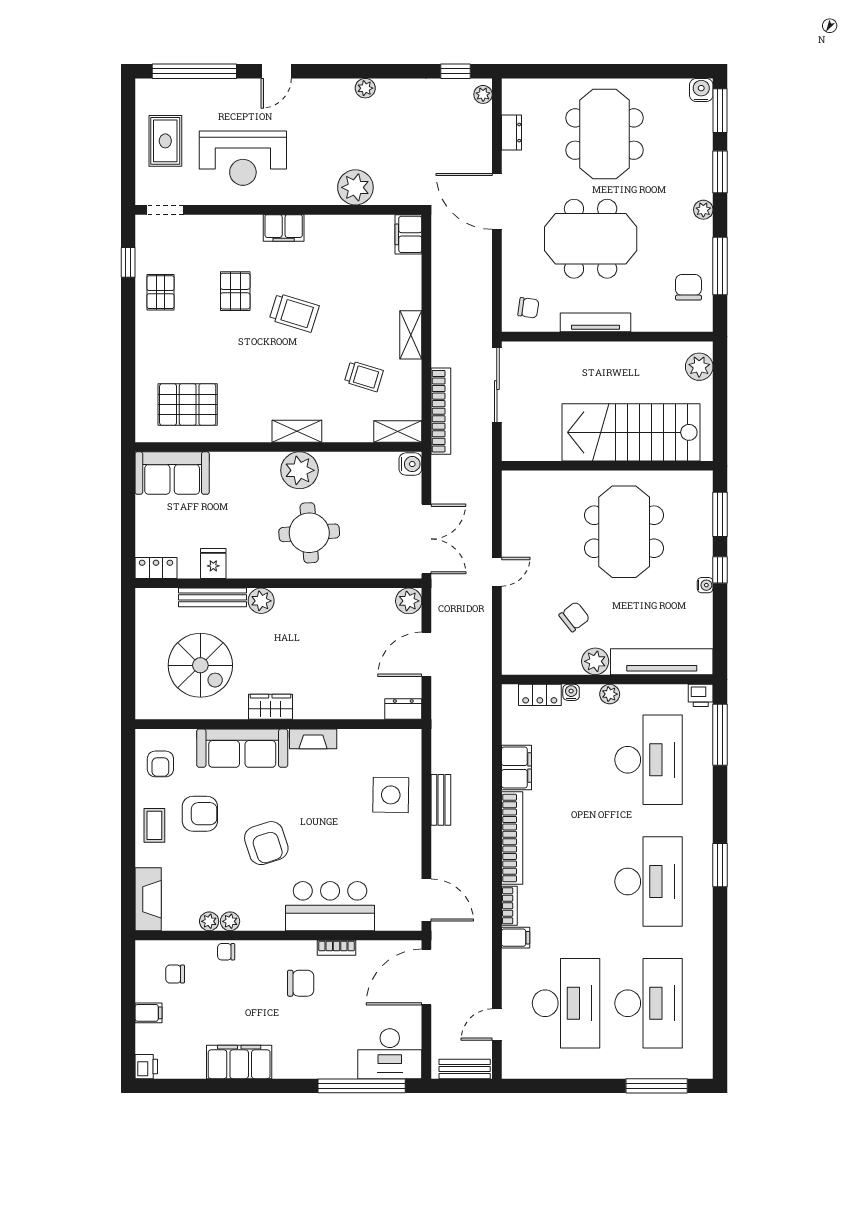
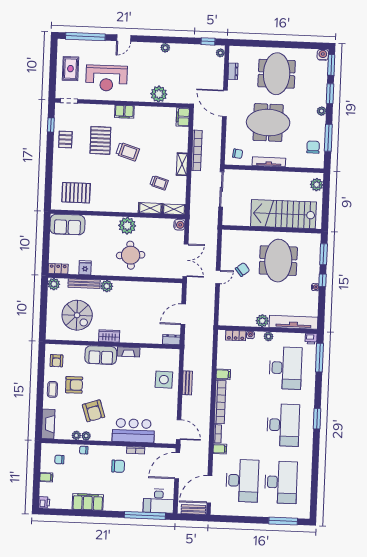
pallet: (235, 291) -> (100, 140), width x1.50, depth x1.42
bookcase: (441, 411) -> (197, 150), moved
shelving: (297, 431) -> (150, 208), moved
plant: (409, 601) -> (54, 284), moved
chair: (574, 617) -> (242, 269), moved
sofa: (242, 748) -> (101, 355), width x0.73
filing cabinet: (516, 767) -> (223, 374), width x0.50
armchair: (266, 843) -> (94, 411), moved
door: (497, 1025) -> (209, 489), width x1.88

